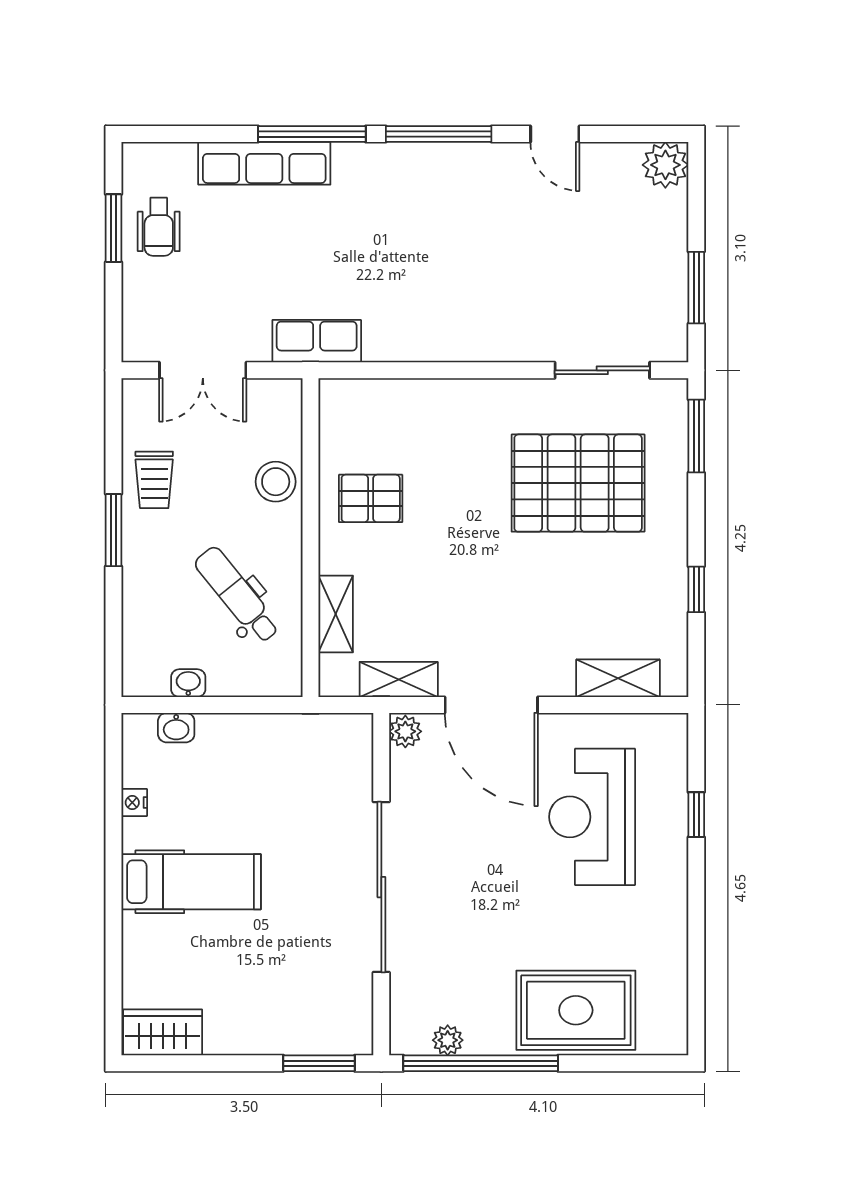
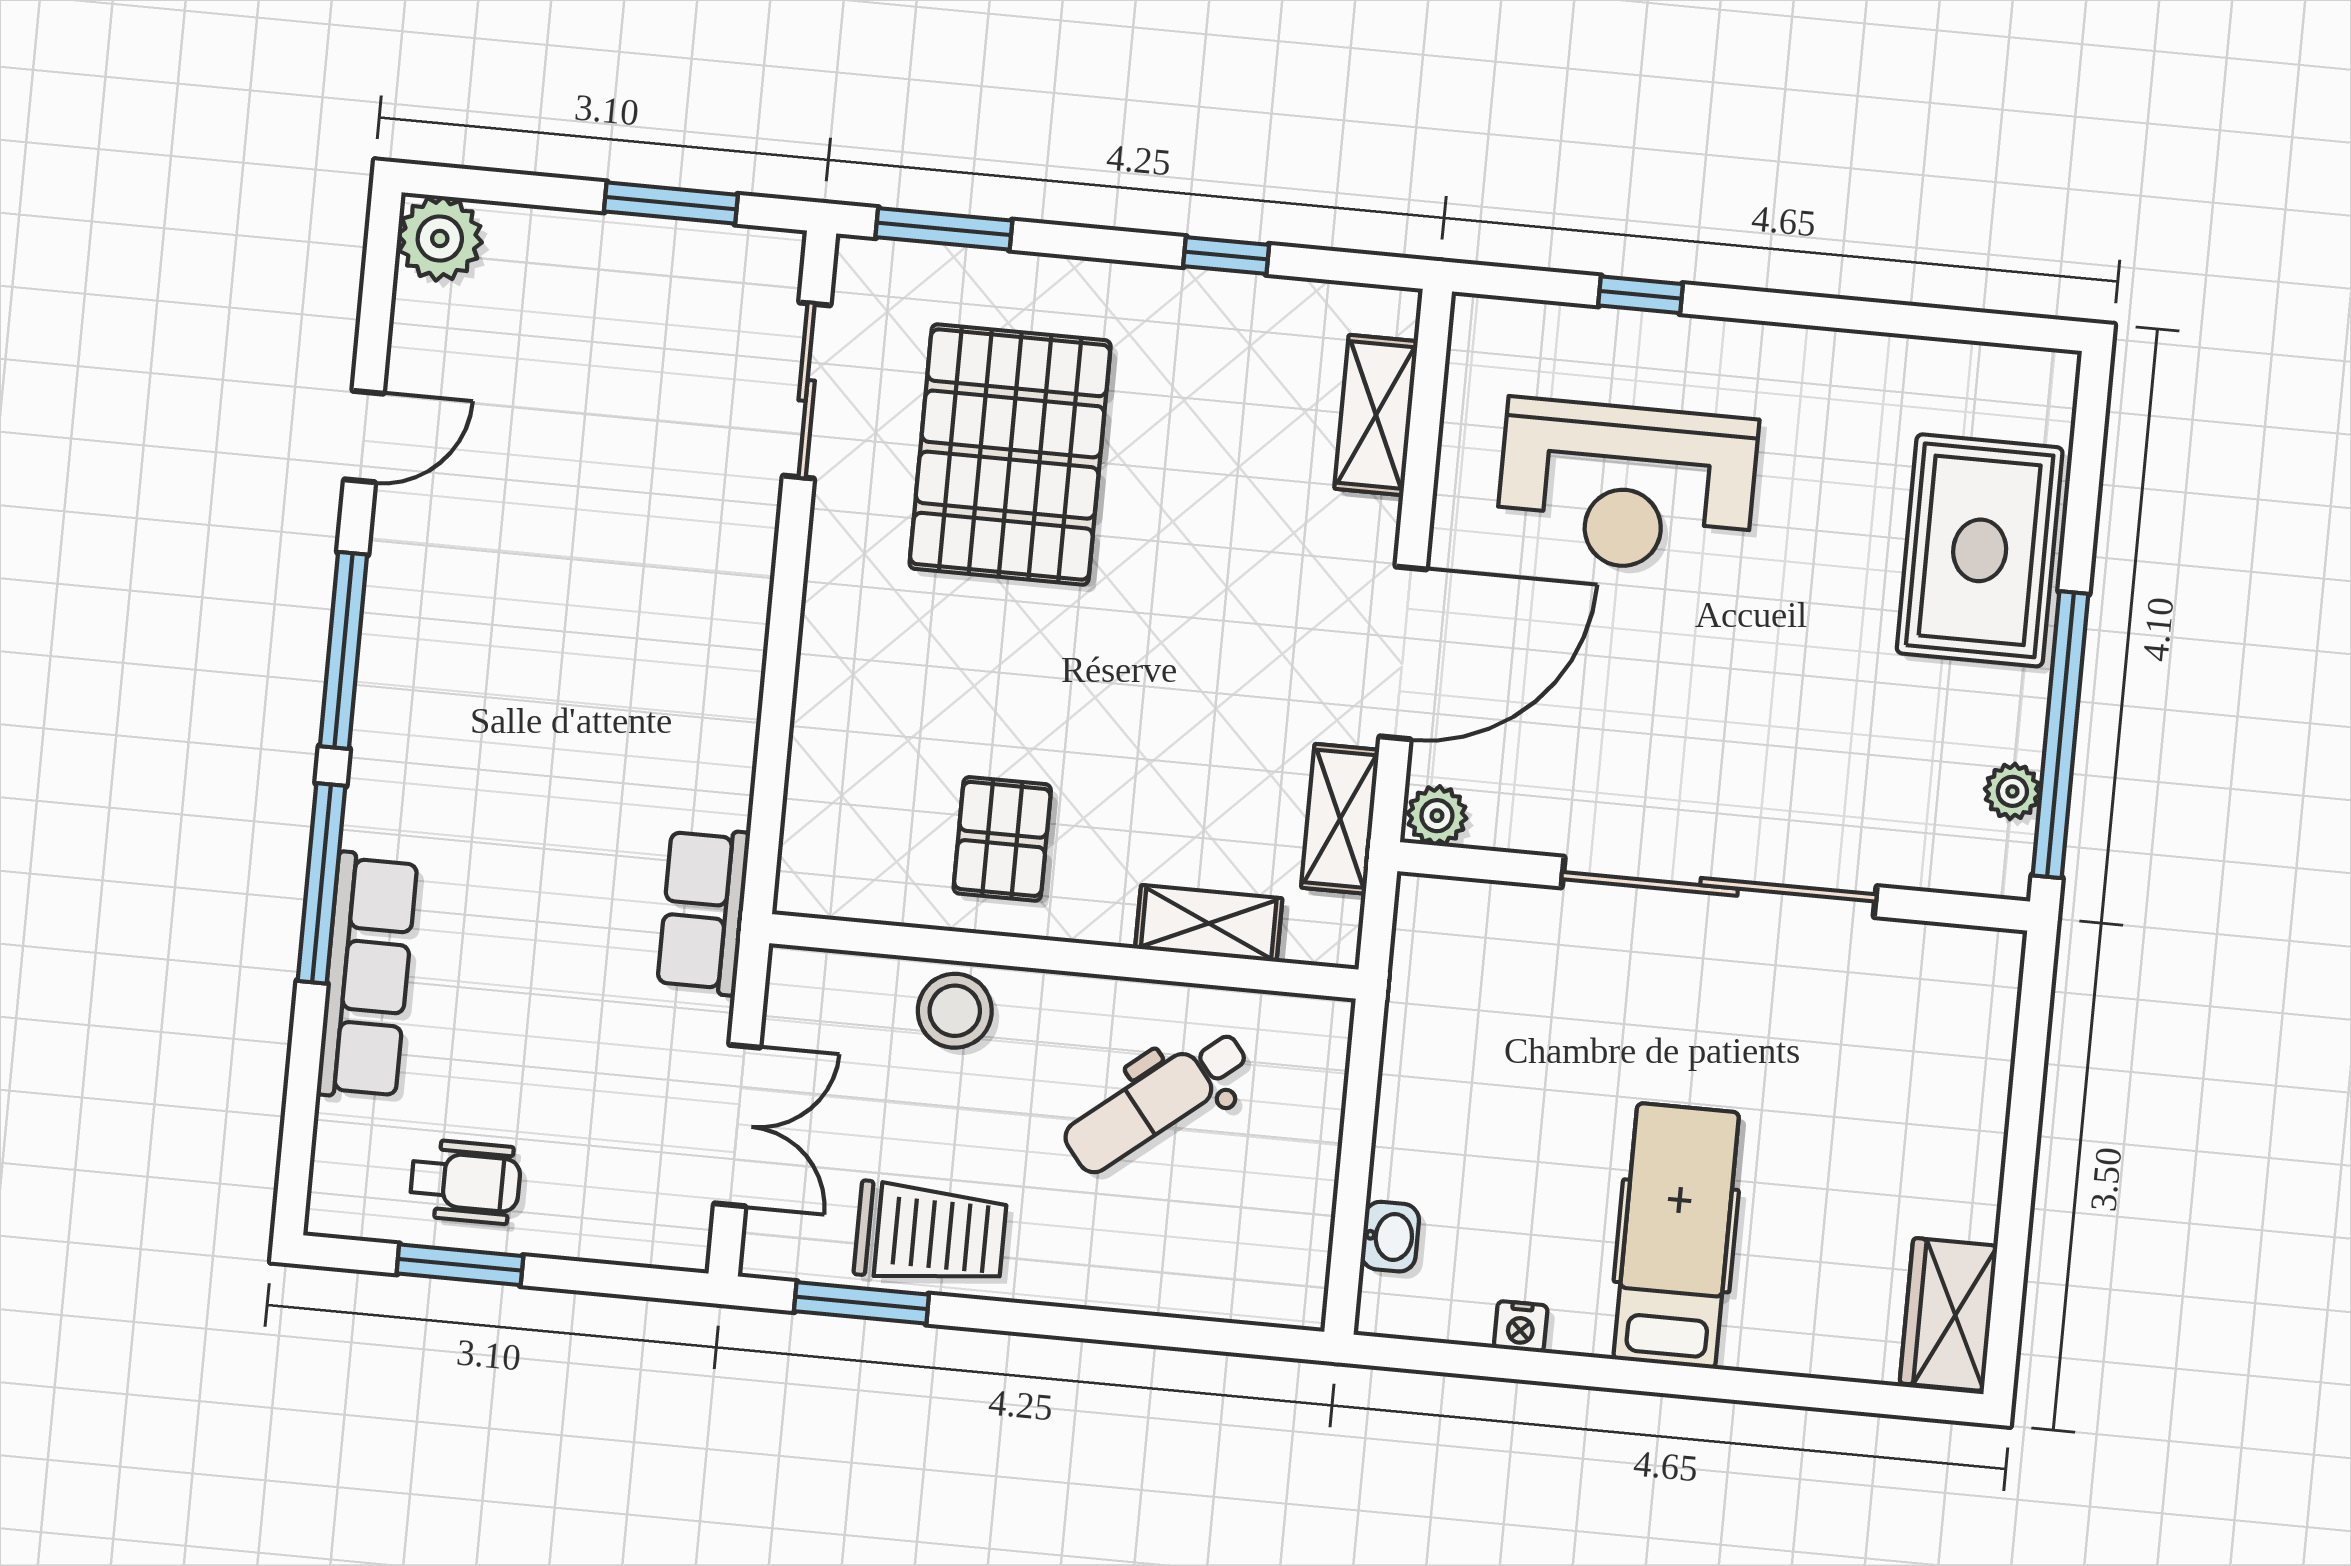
trolley: (154, 480) -> (930, 1234), width x1.36, depth x1.39
window: (114, 530) -> (861, 1303), moved
washbasin: (188, 683) -> (1310, 1207), removed
window: (319, 1063) -> (2032, 1032), removed

